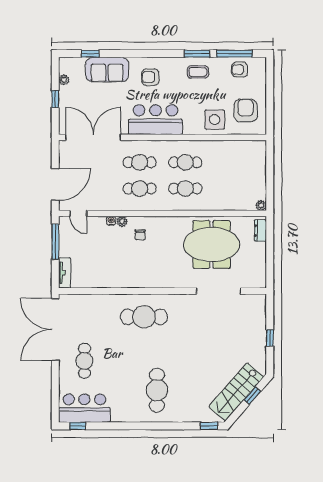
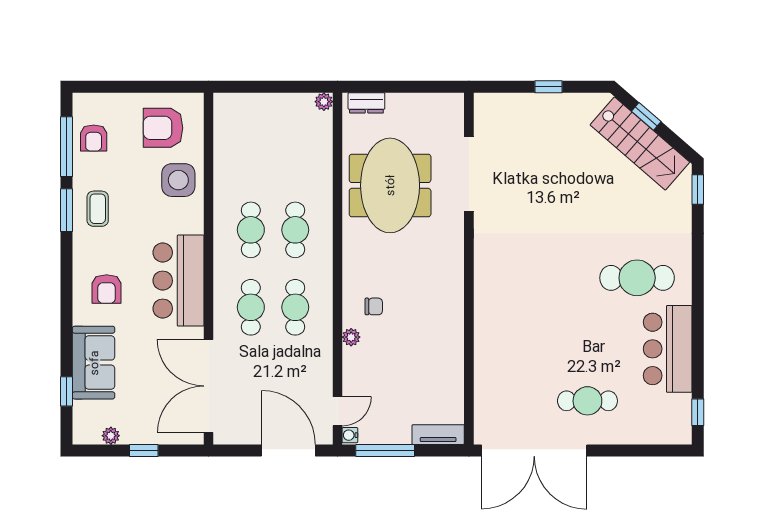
water cooler: (111, 221) -> (350, 435), moved
cafe table: (144, 317) -> (513, 300), removed
bar counter: (84, 408) -> (668, 349), moved

